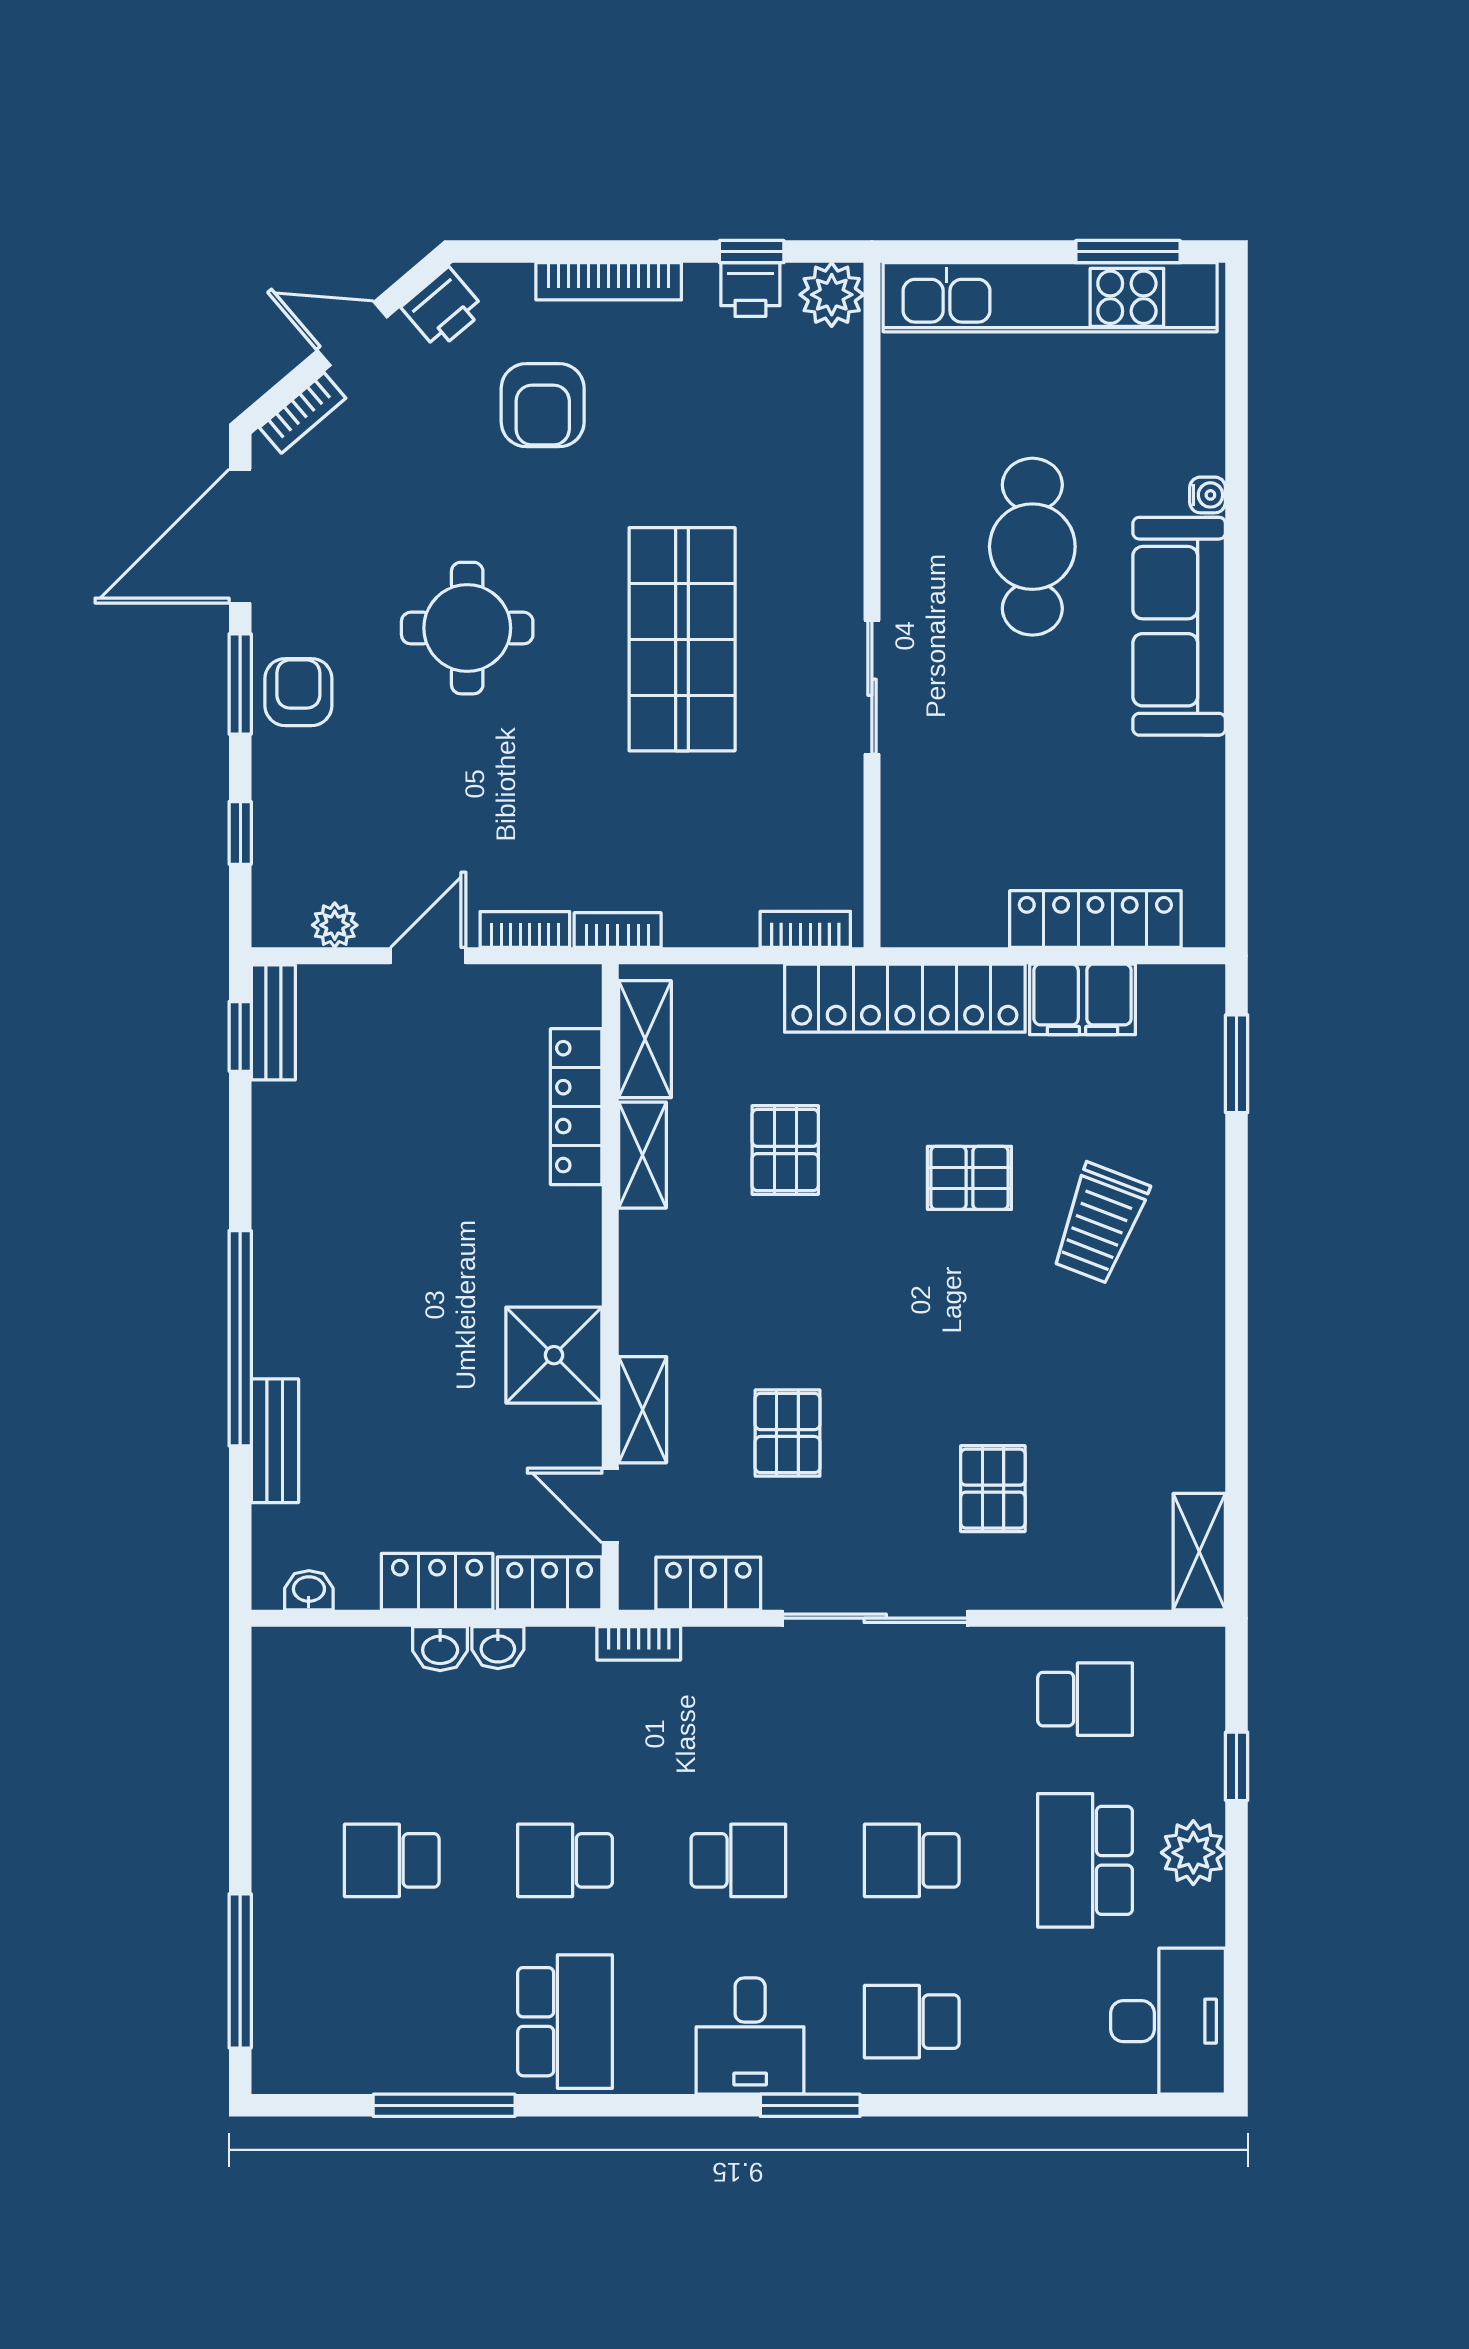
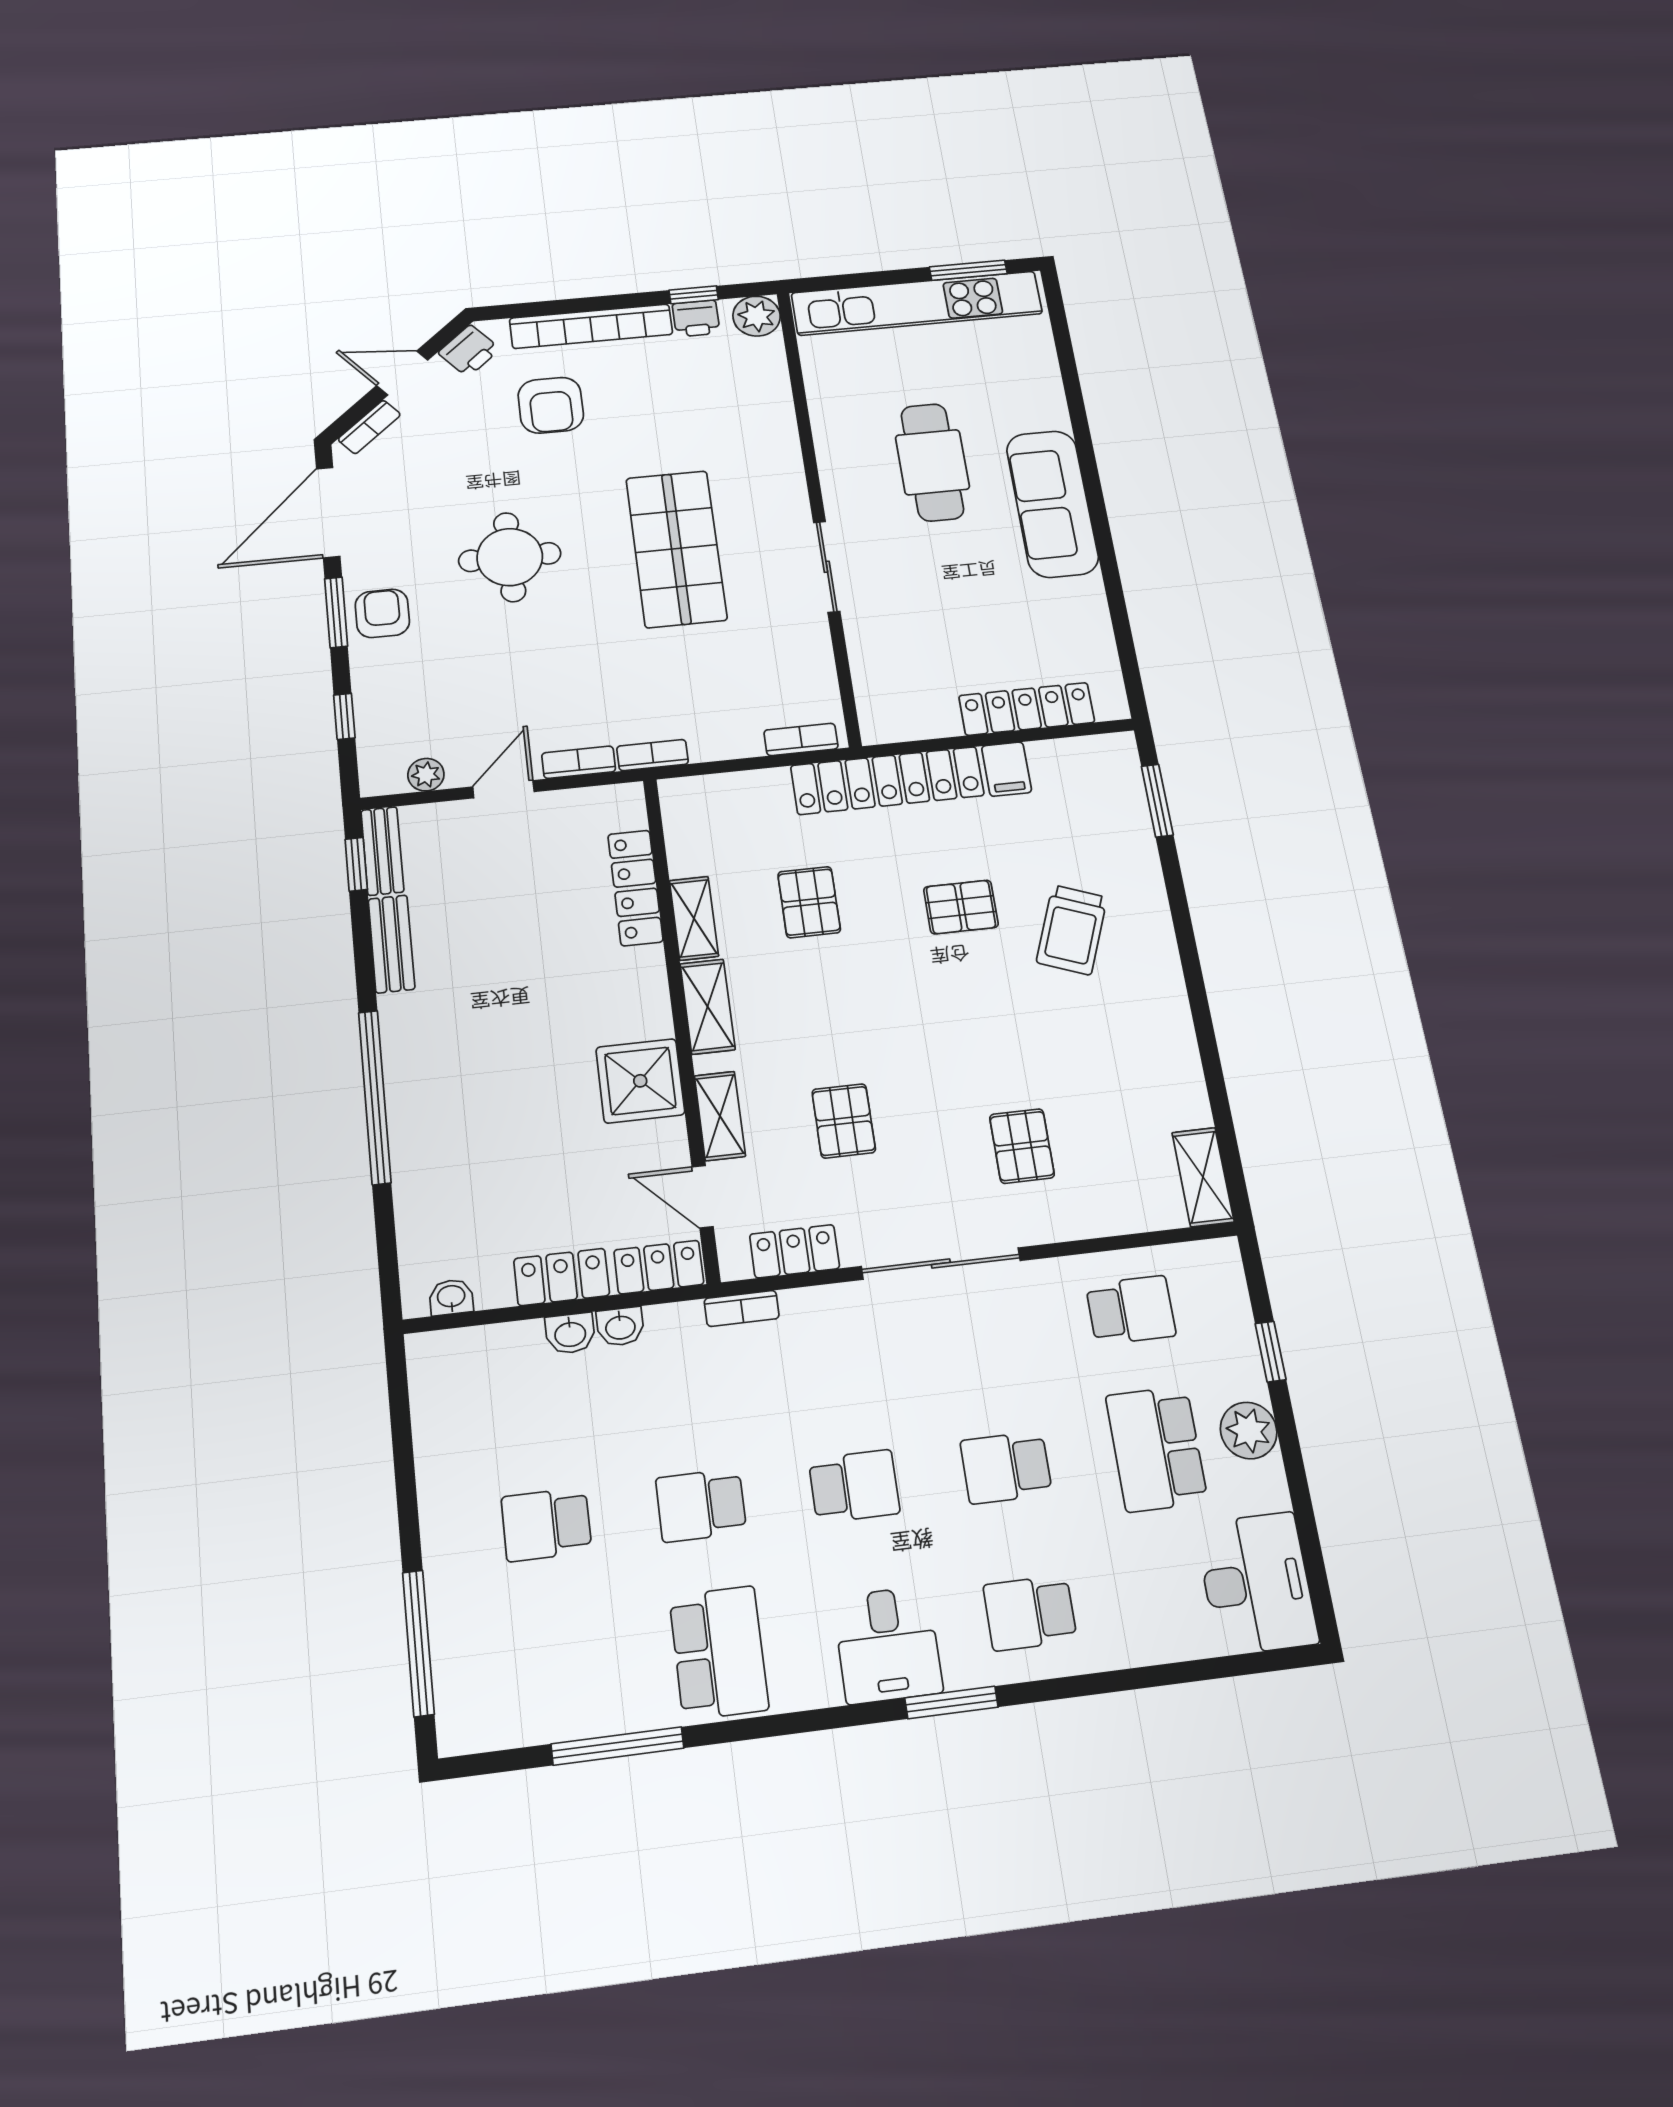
bookcase: (609, 281) -> (591, 326), width x1.48, depth x1.31
water cooler: (1208, 495) -> (1056, 417), removed
filing cabinet: (1083, 999) -> (1007, 769), width x0.50
shelving: (645, 1039) -> (708, 1007), moved
bench: (275, 1441) -> (392, 944), moved

